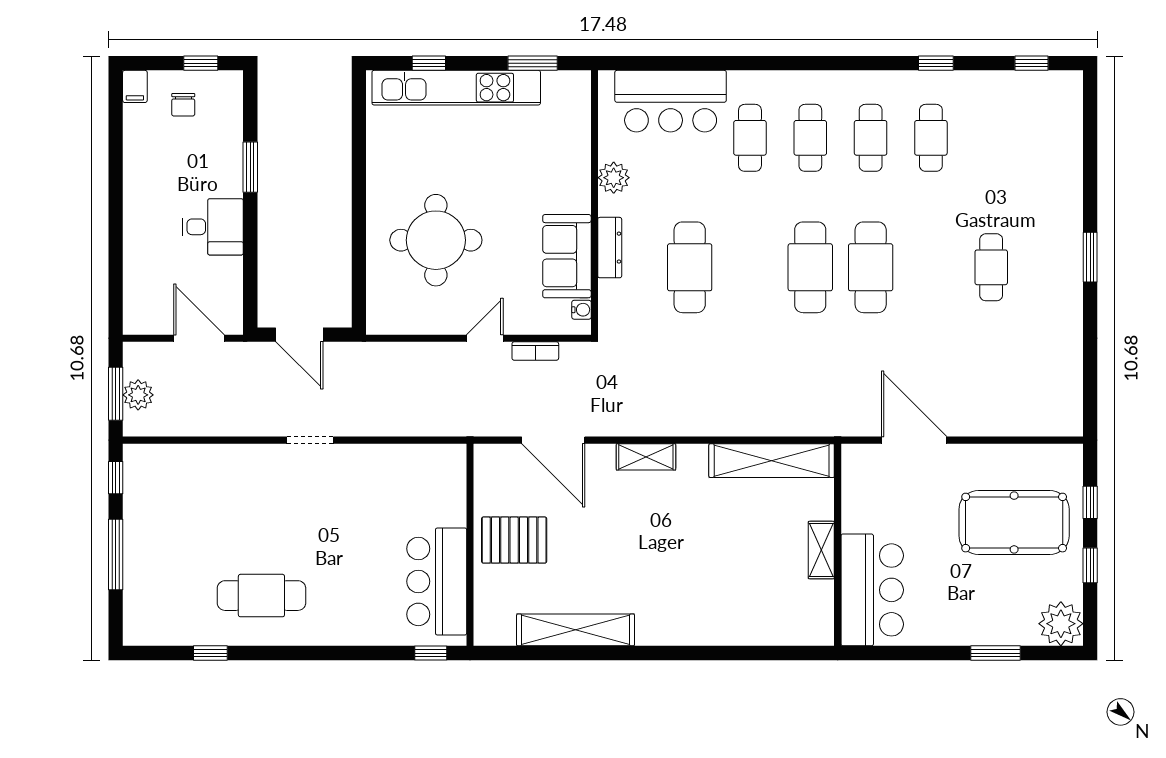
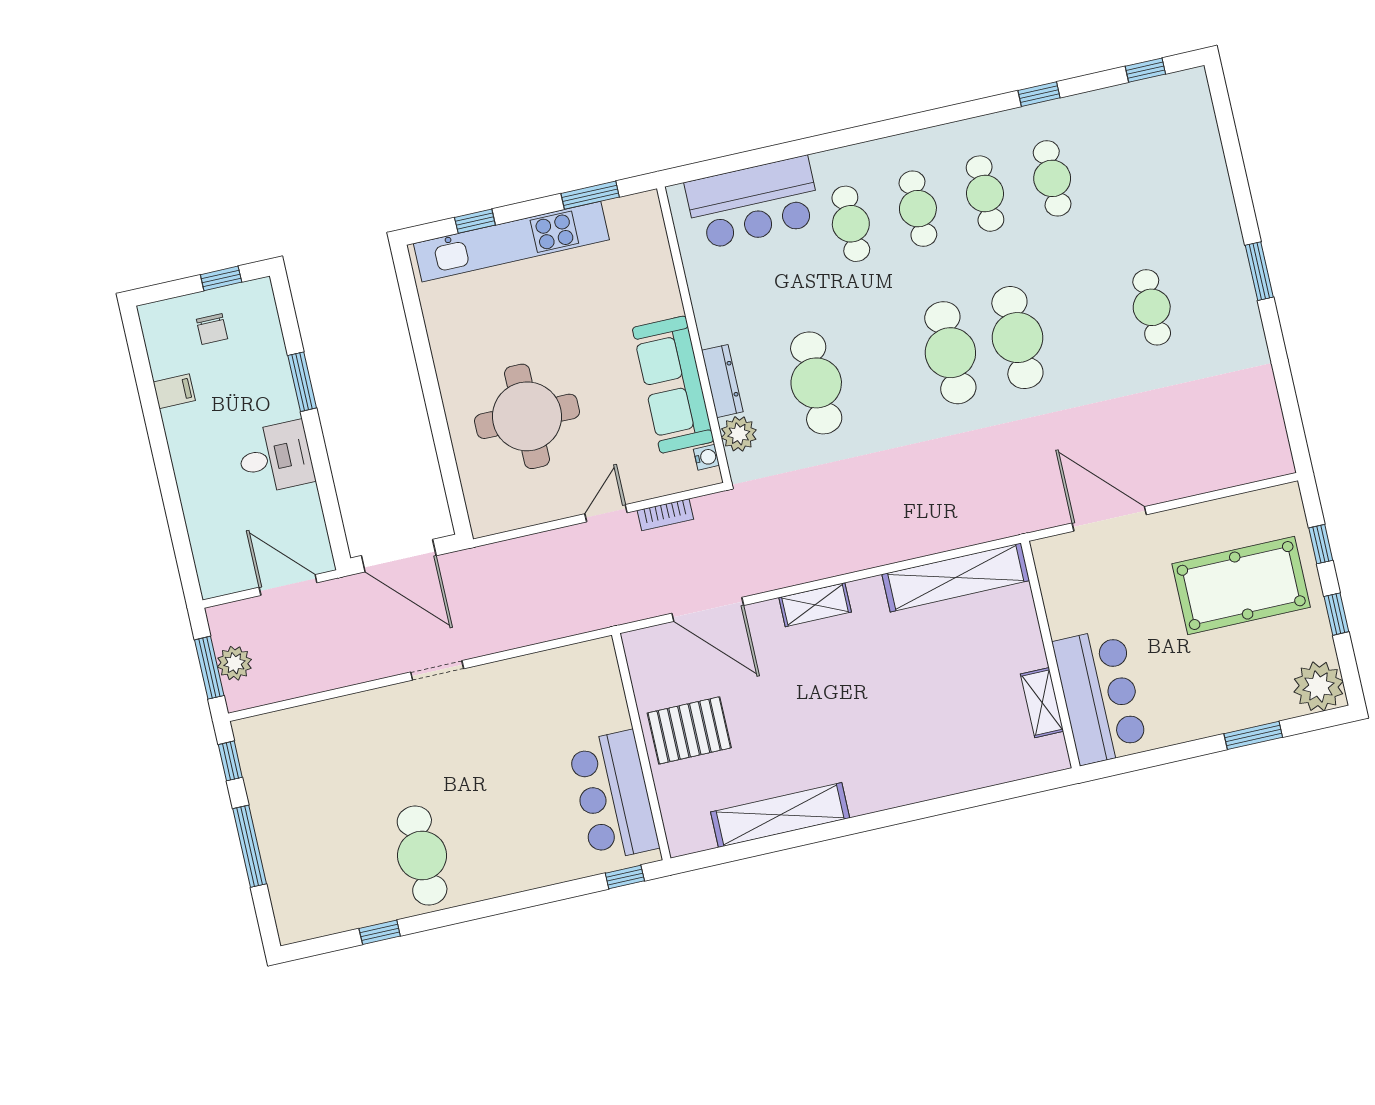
filing cabinet: (135, 86) -> (174, 391), moved, turned -90
plant: (614, 178) -> (739, 434), moved
sofa: (567, 256) -> (673, 385), width x1.36
door: (299, 335) -> (399, 556), width x1.36
shelving: (821, 550) -> (1042, 703), moved
cafe table: (261, 596) -> (422, 856), turned 90

